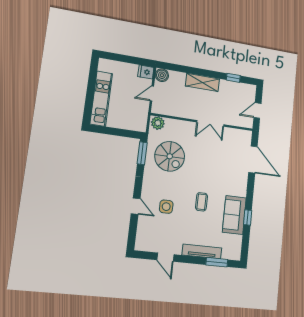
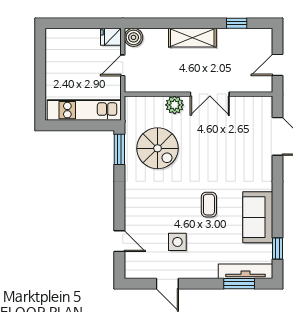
kitchen unit: (101, 99) -> (84, 110), moved, turned -90
plant: (158, 123) -> (175, 105), moved
door: (136, 206) -> (119, 241), moved
side table: (166, 207) -> (177, 242), moved
window: (248, 217) -> (278, 249), moved
tv unit: (202, 251) -> (245, 271), moved

